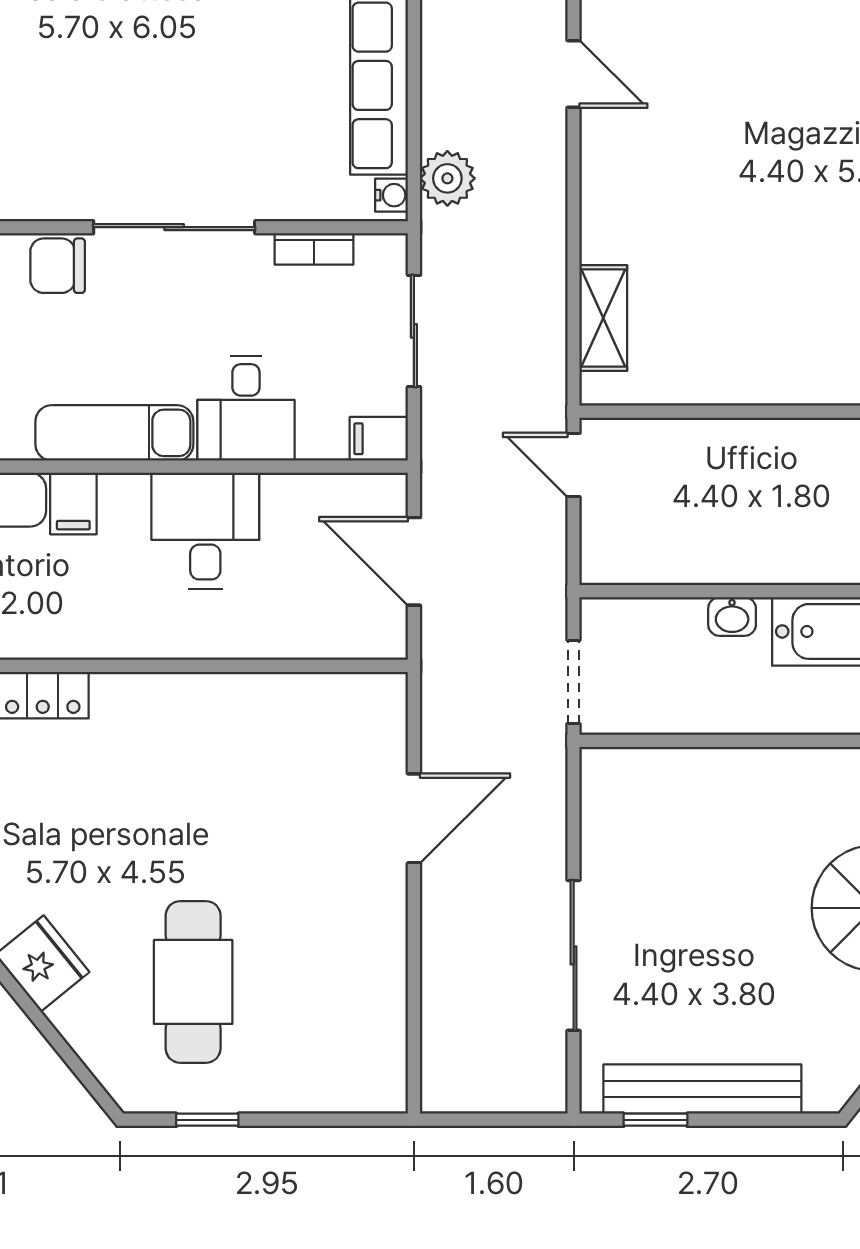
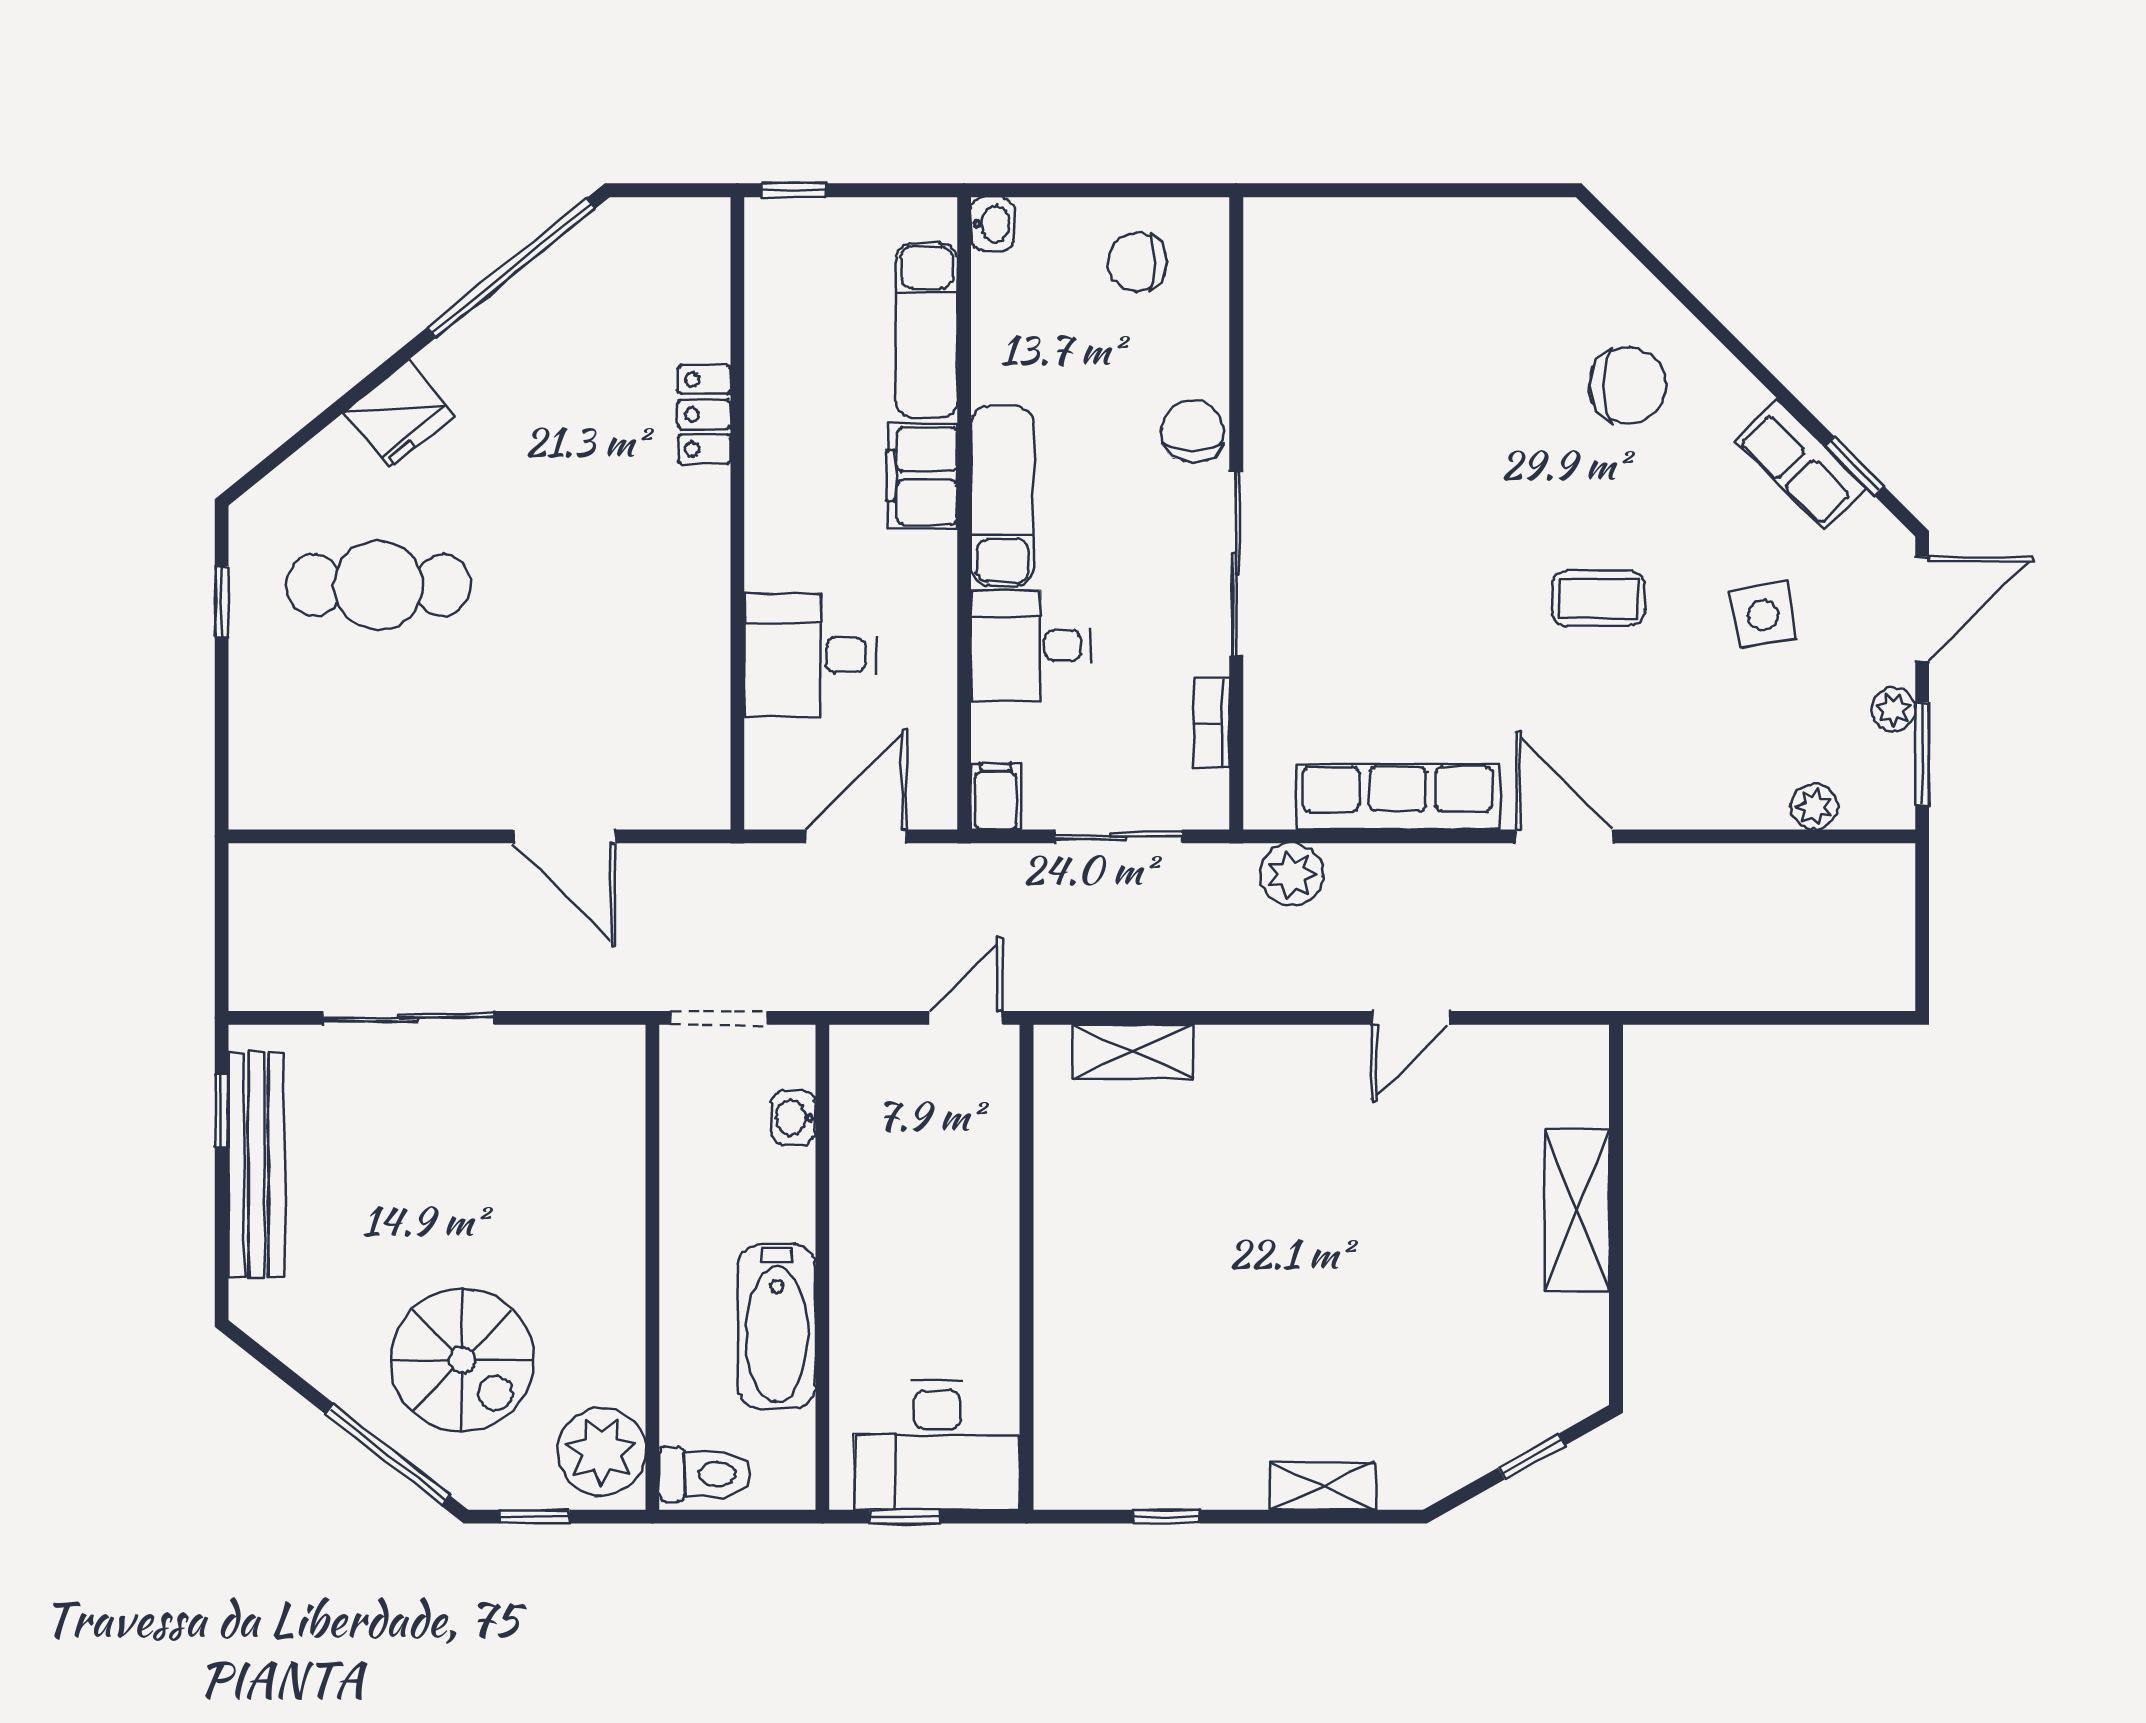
water cooler: (391, 195) -> (1273, 811), removed
filing cabinet: (73, 503) -> (922, 476), width x2.00
desk: (205, 531) -> (810, 655), moved, turned 180
washbasin: (732, 617) -> (794, 1118), moved

